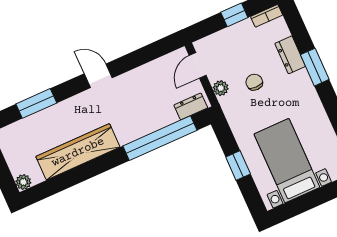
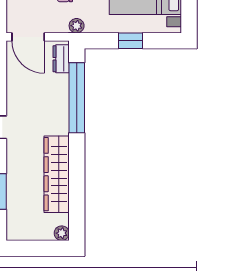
door: (198, 65) -> (28, 37), width x1.38
plant: (221, 88) -> (77, 26), moved

